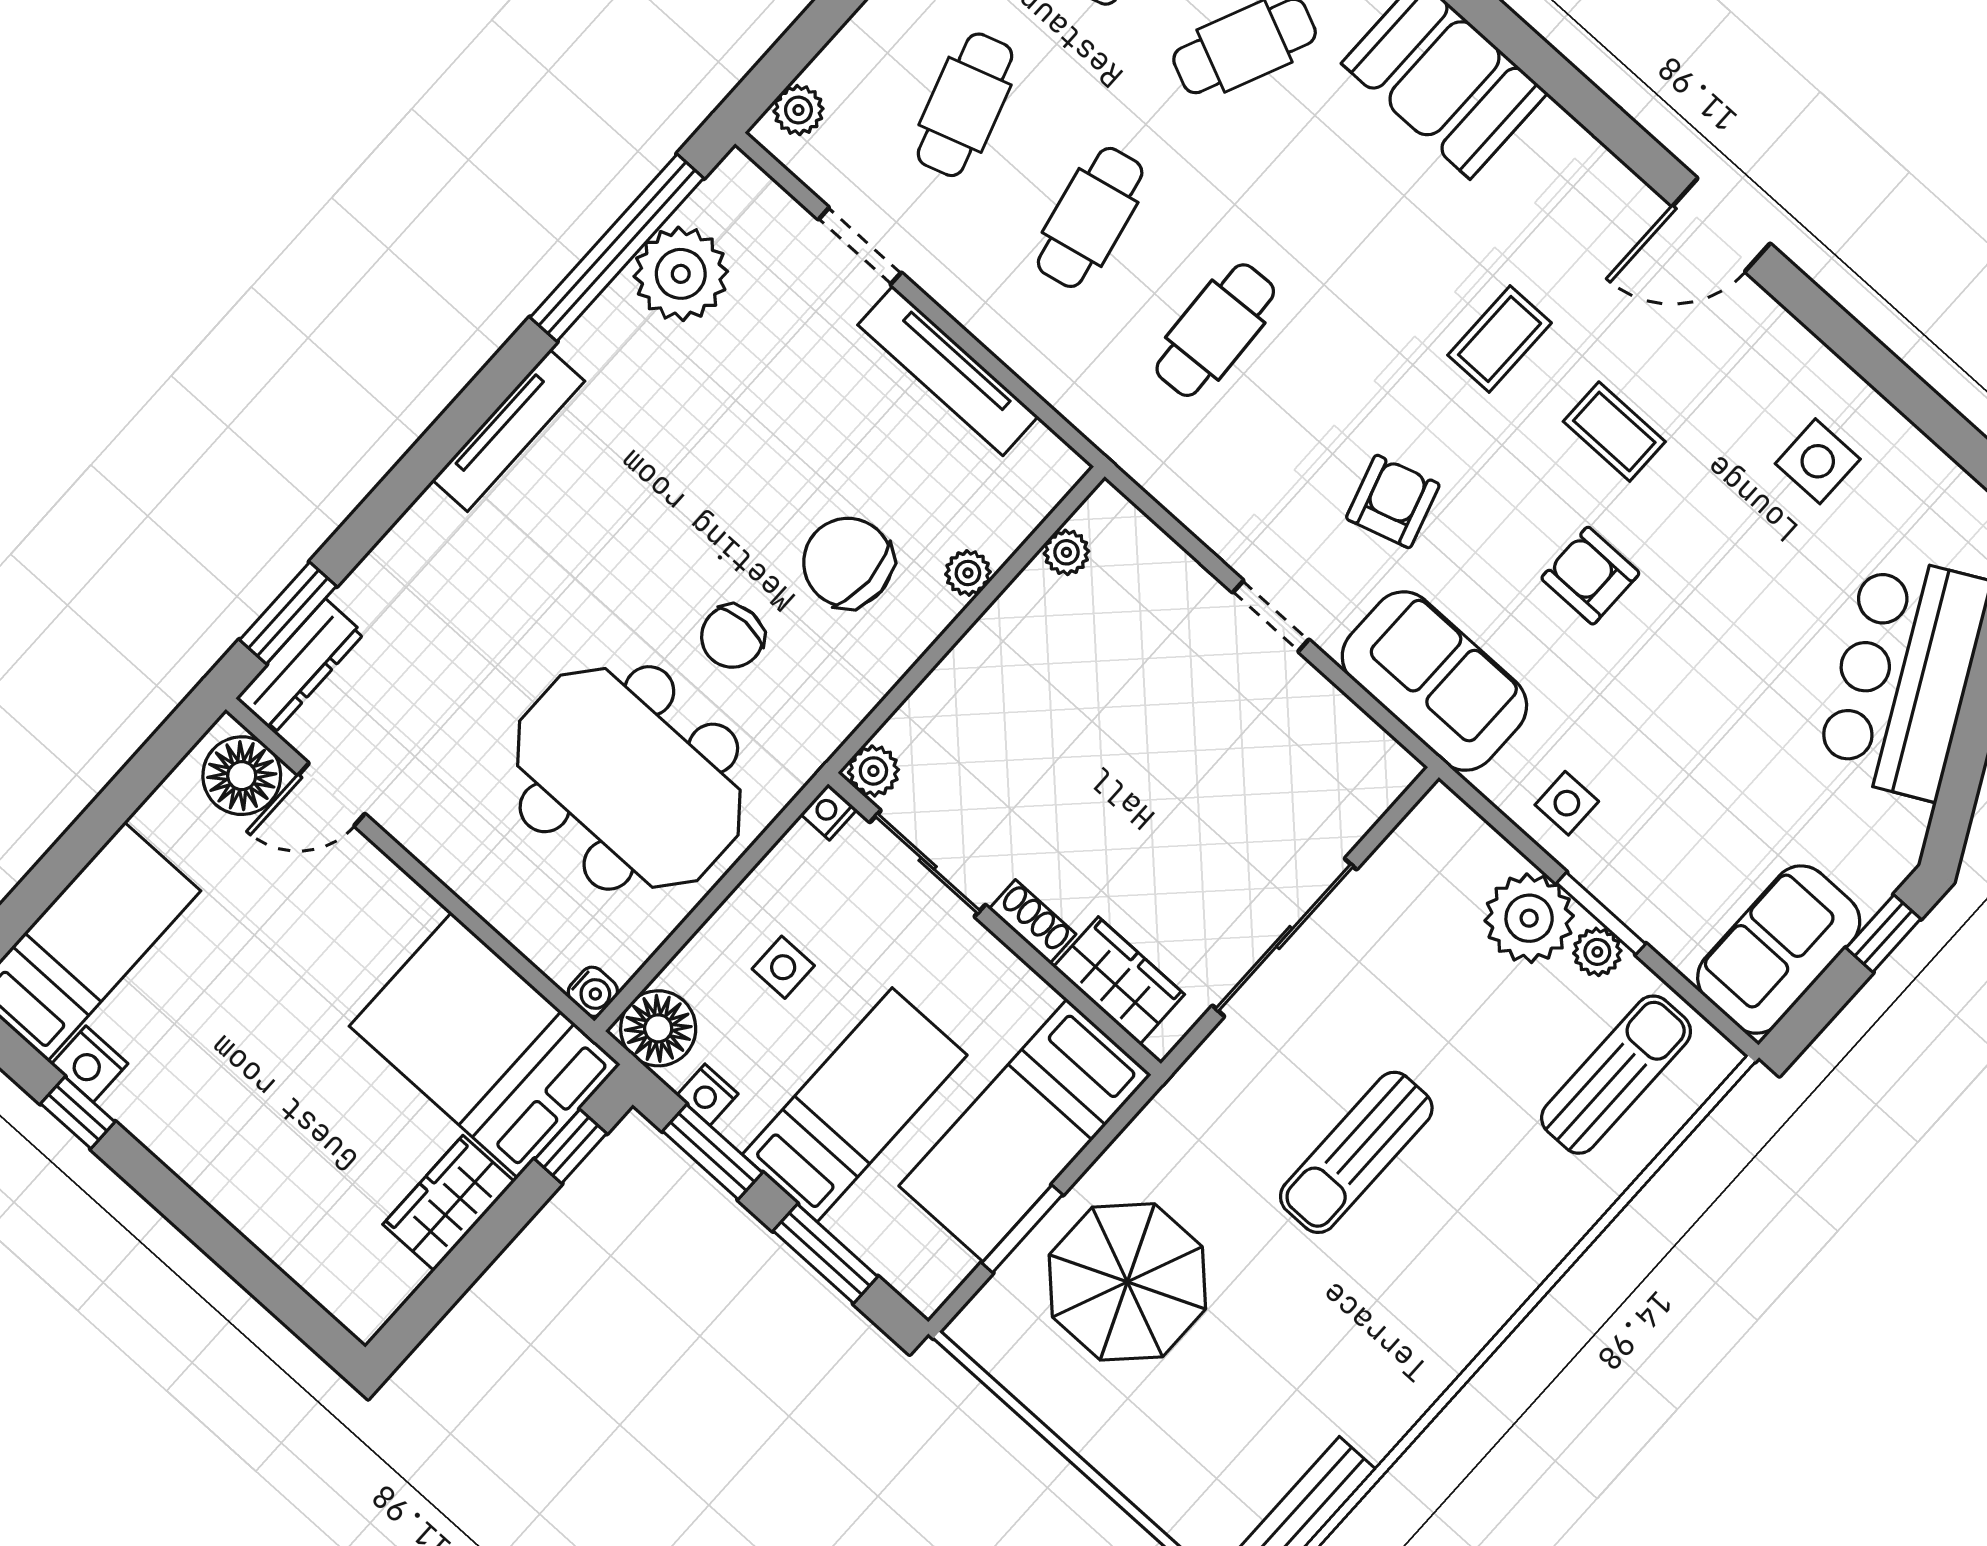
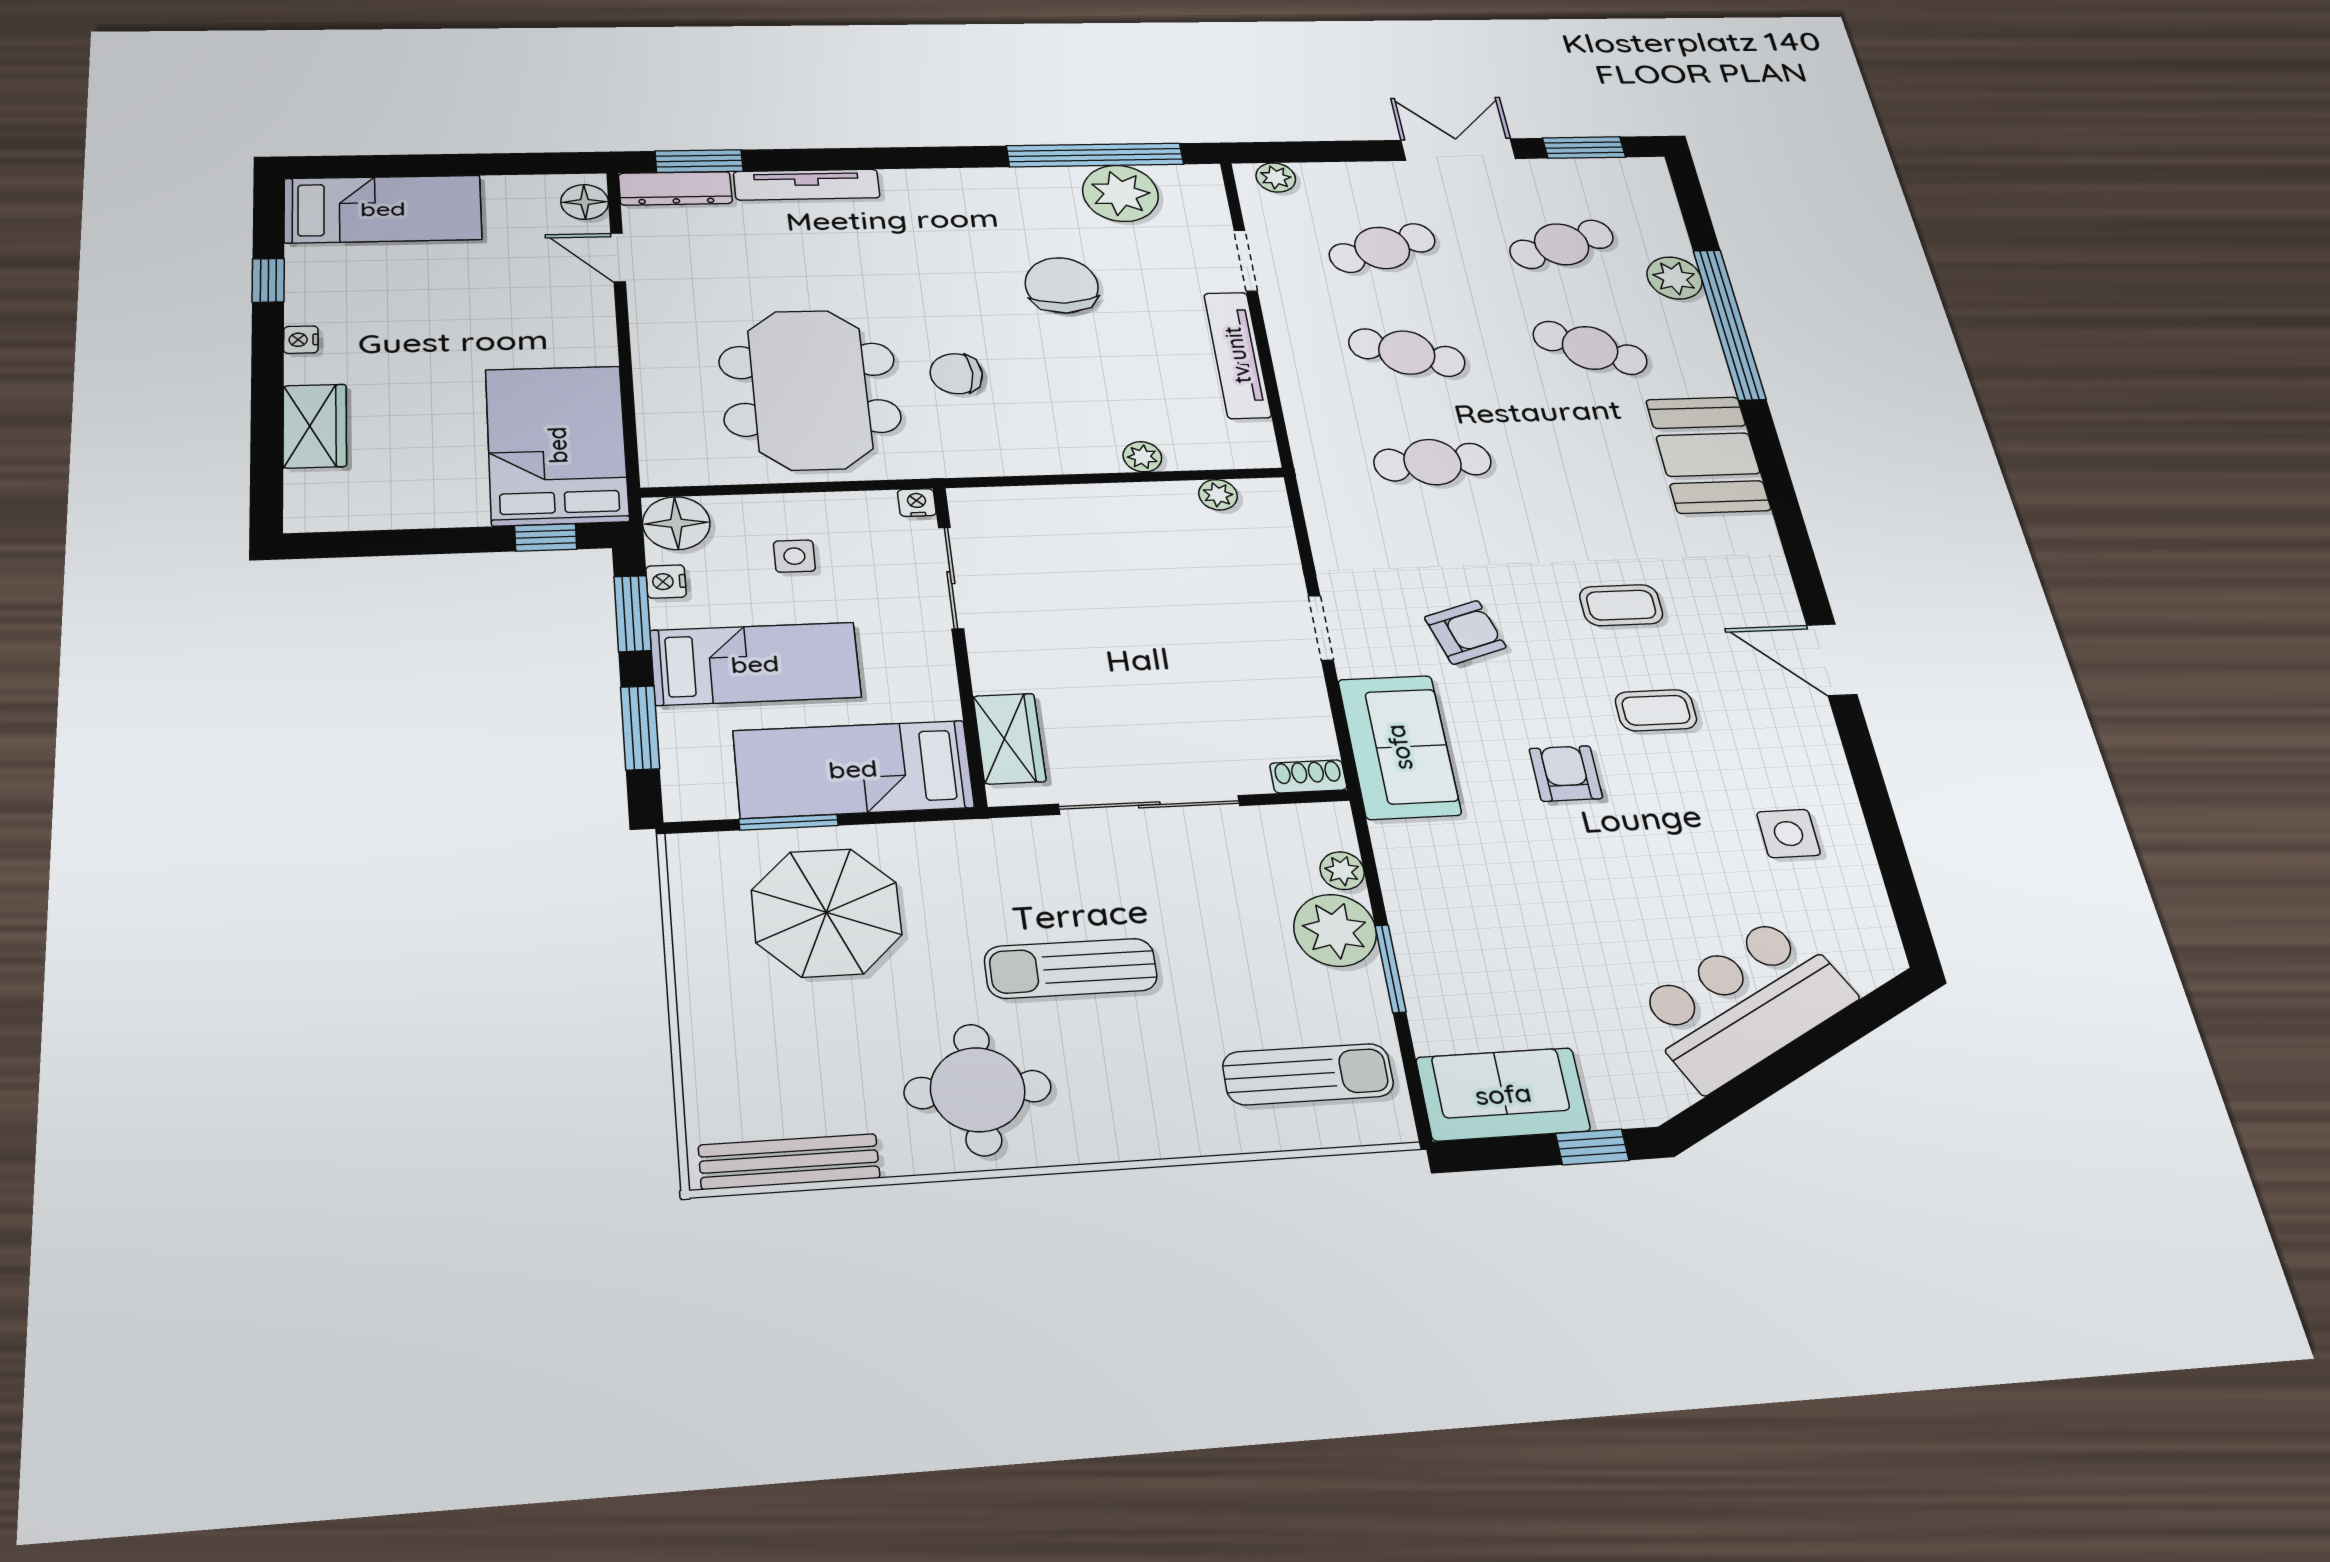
cafe table: (1090, 217) -> (1407, 353), turned 30
tv unit: (509, 430) -> (807, 185), moved
coffee table: (1614, 432) -> (1656, 710), turned 90
chair: (848, 562) -> (1062, 285), moved
plant: (873, 771) -> (970, 505), removed
floor lamp: (242, 776) -> (585, 202), width x0.73, depth x0.73
side table: (1567, 803) -> (1427, 886), removed
shoe rack: (1032, 922) -> (1308, 776), moved, turned -90
plant: (1597, 952) -> (1342, 871), moved
water cooler: (593, 992) -> (658, 473), removed
nightstand: (90, 1064) -> (301, 340), moved, width x0.72, depth x0.74
wardrobe: (449, 1203) -> (315, 426), moved, turned 90
round table: (1381, 1327) -> (978, 1090), added

